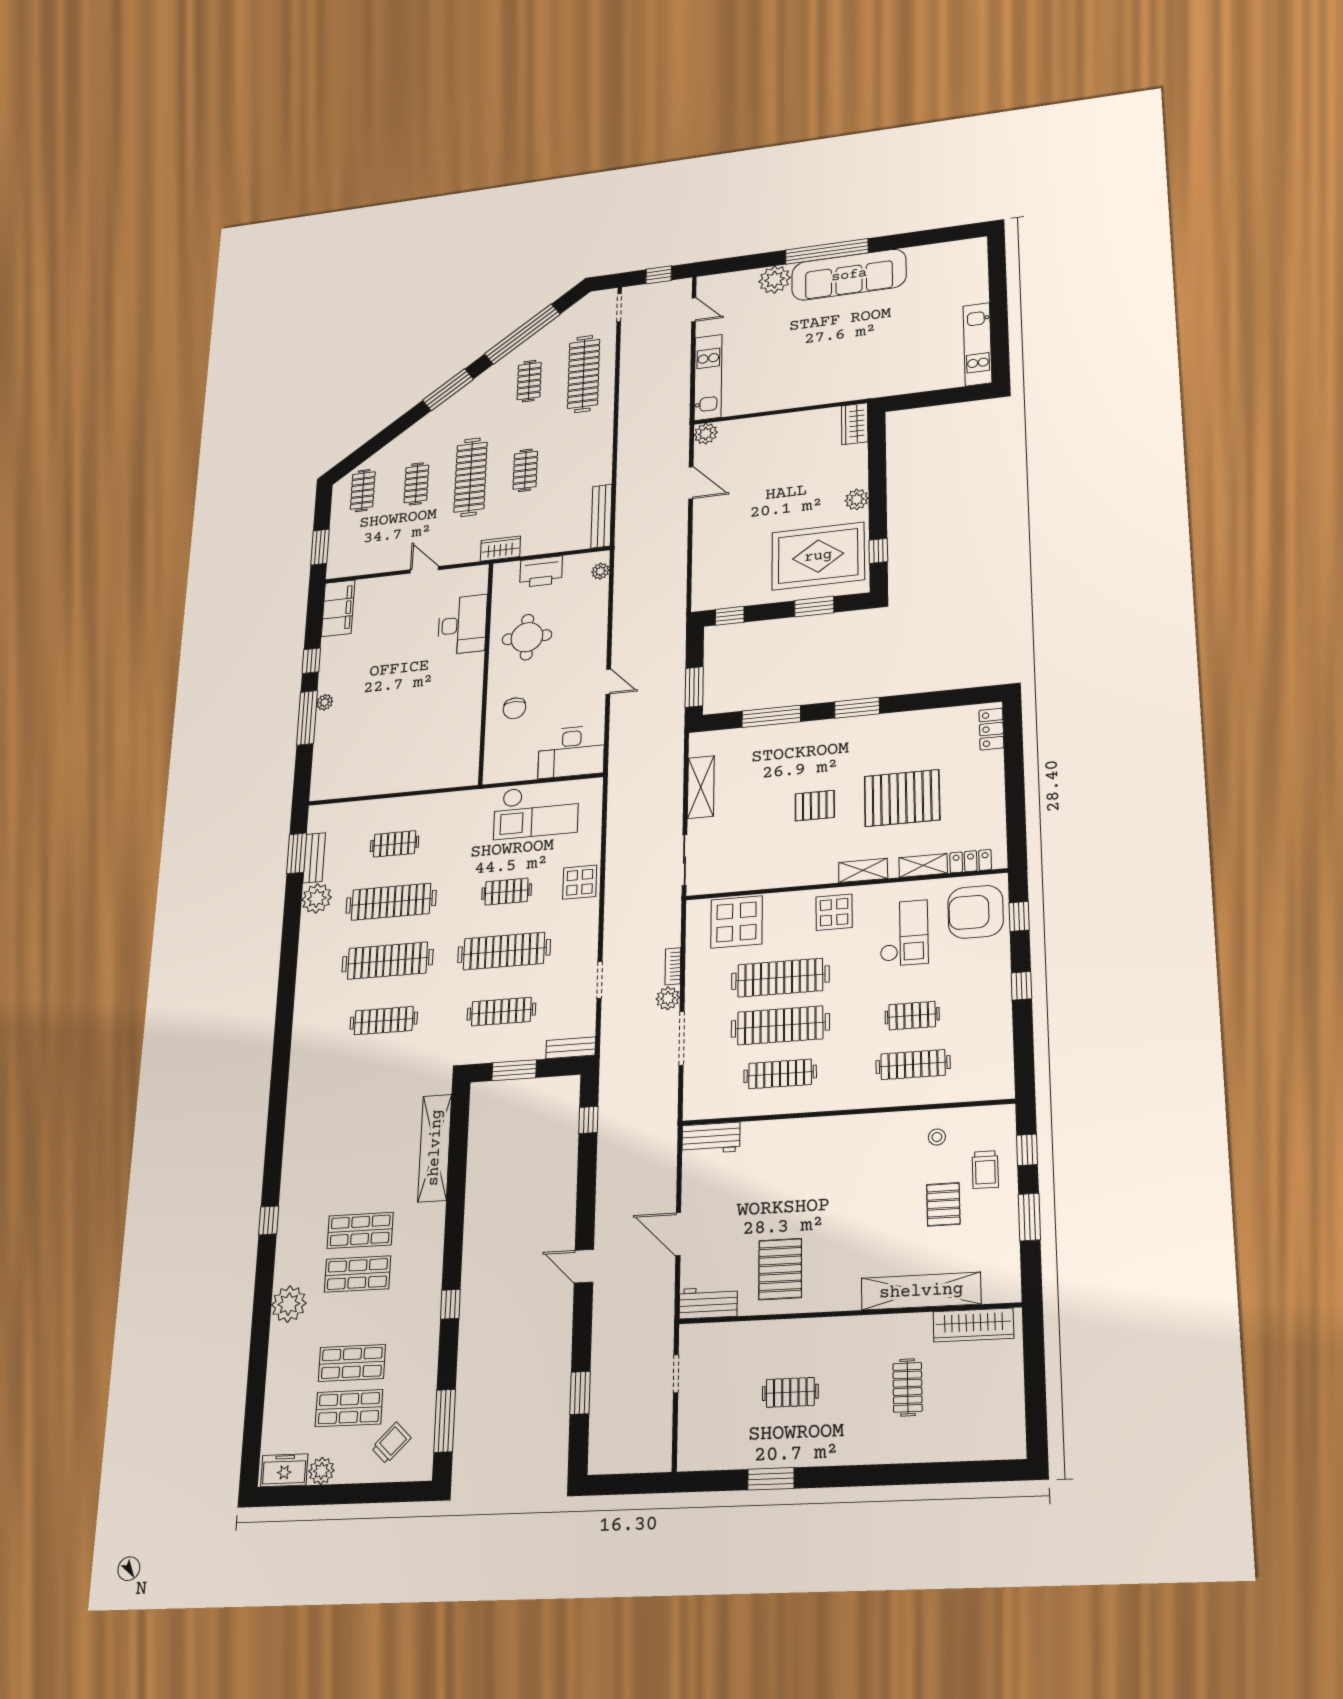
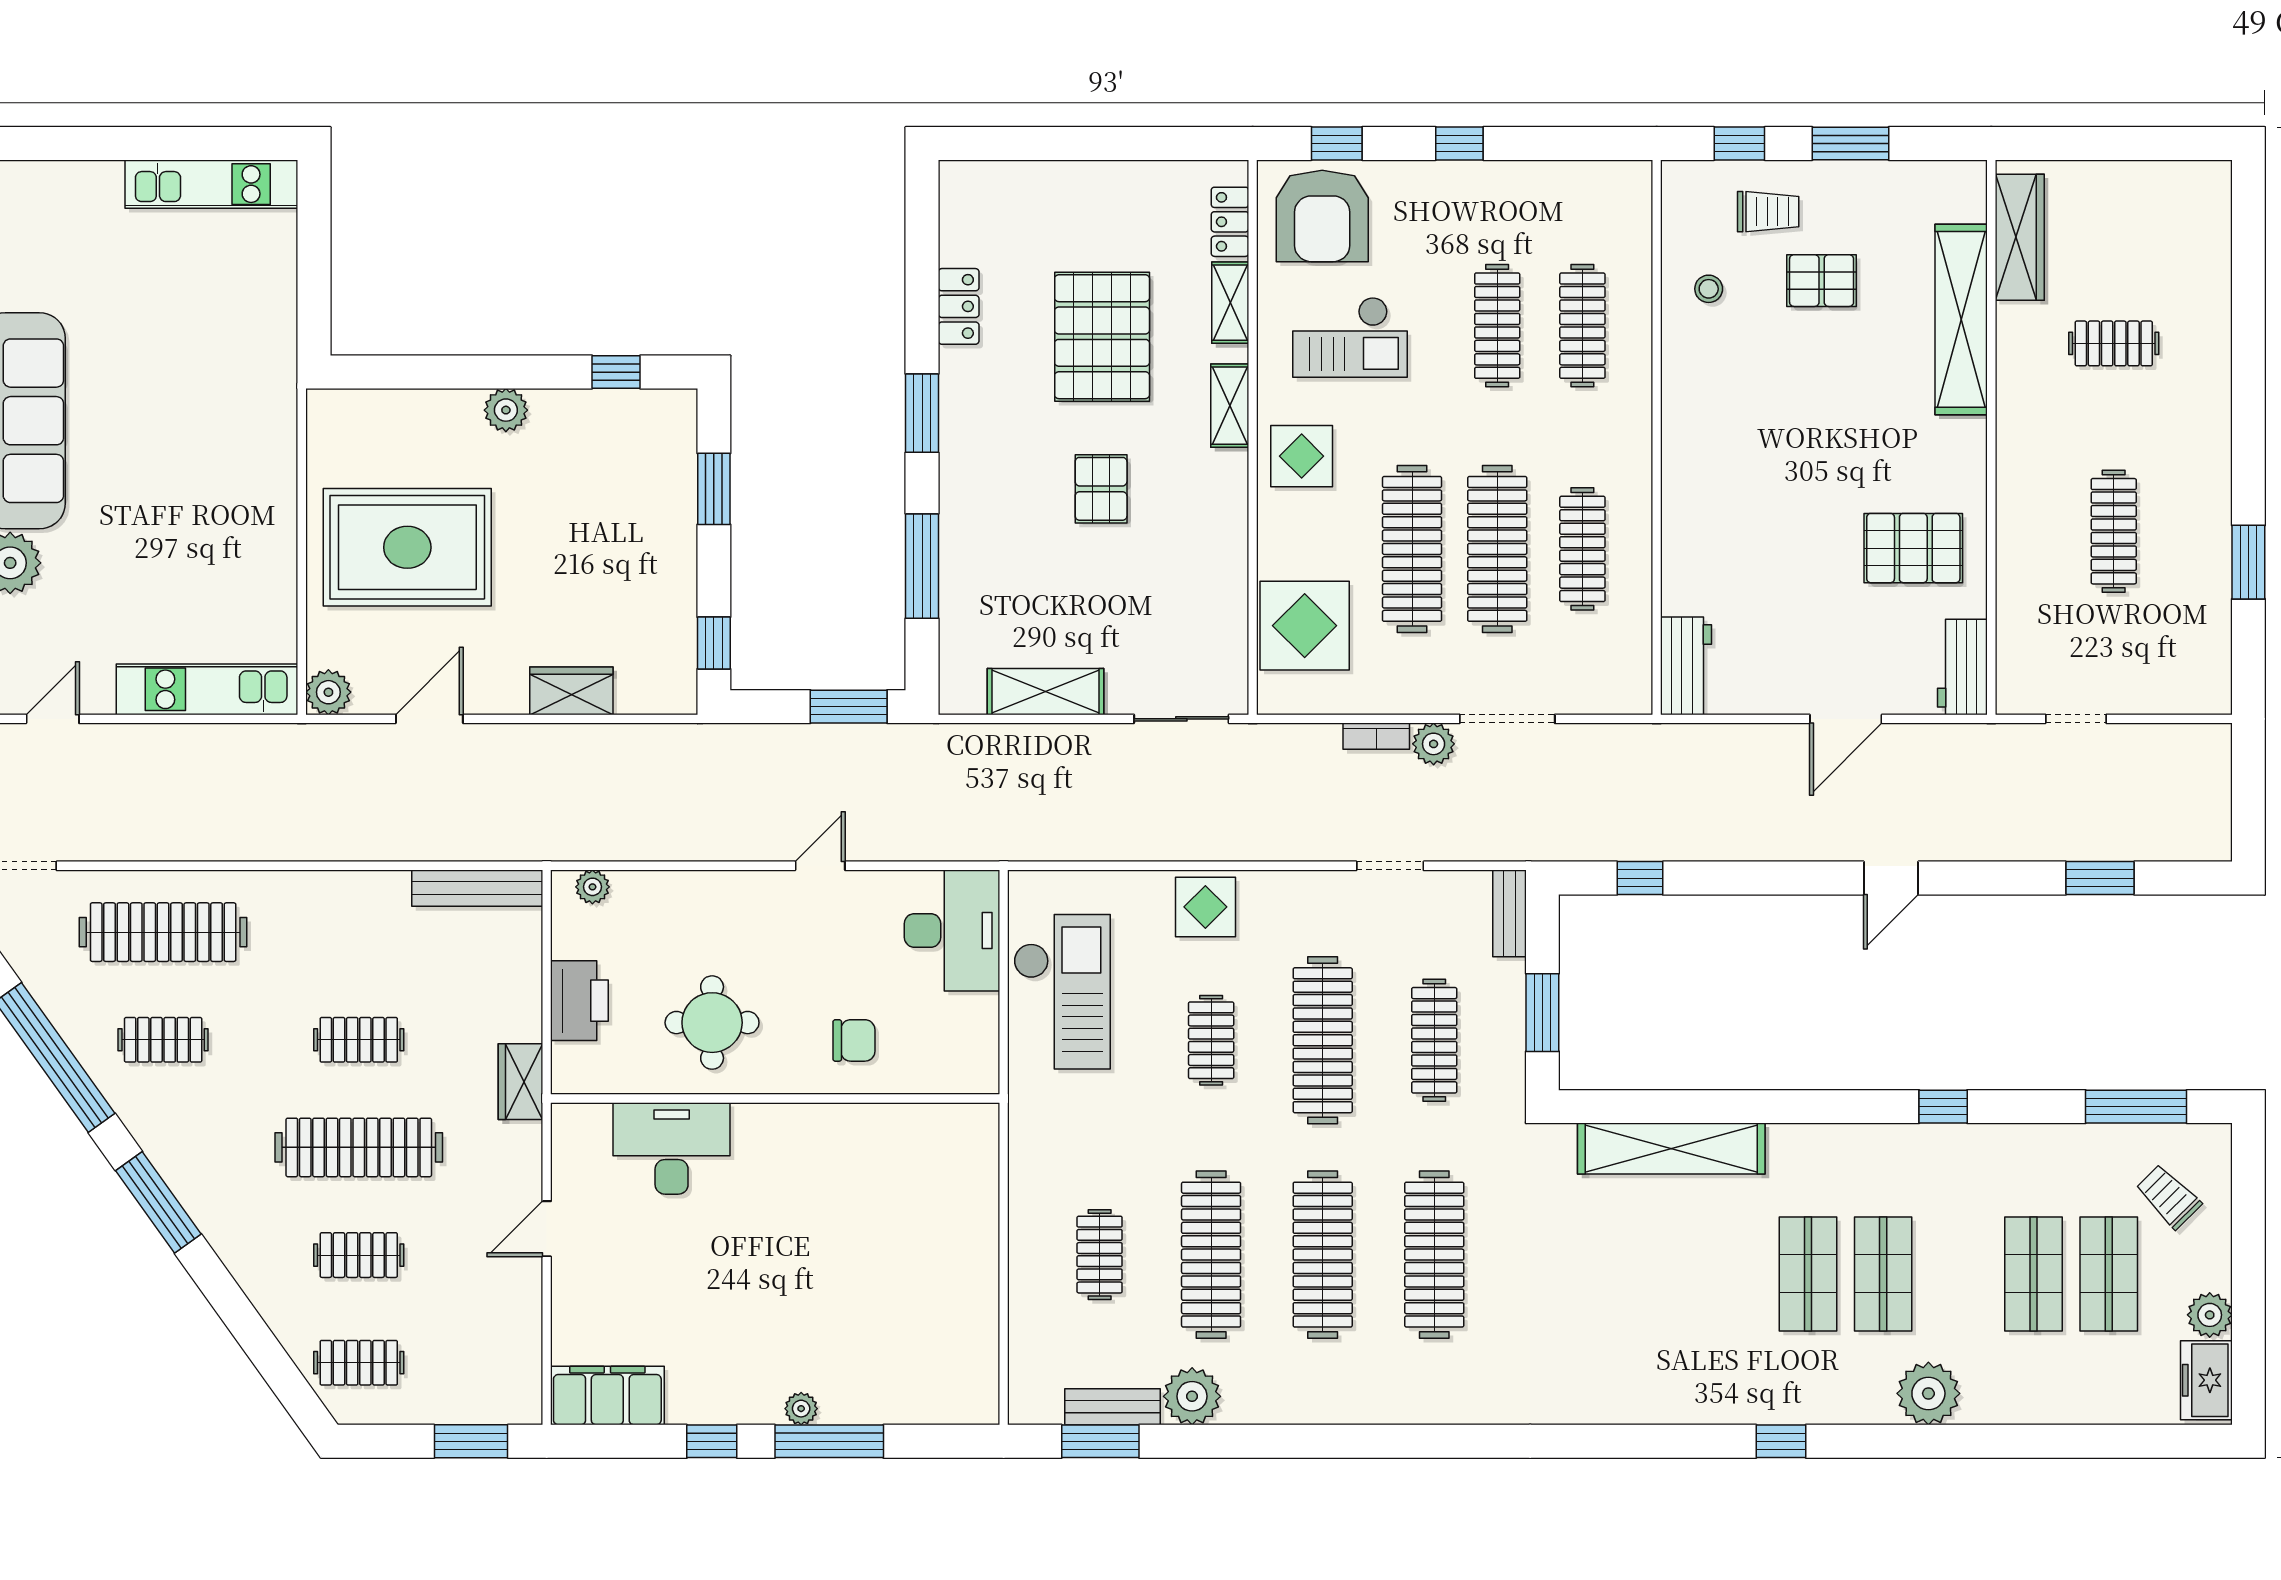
wardrobe: (855, 424) -> (571, 691), moved, turned 180
rug: (818, 556) -> (407, 547), moved, turned 90
locker: (991, 729) -> (959, 306), moved, turned -90
checkout: (904, 933) -> (1350, 337), turned 180
clothes rail: (912, 1016) -> (1497, 326), width x1.36
clothes rail: (384, 1021) -> (1434, 1255), width x1.37, depth x1.31
clothes rail: (790, 1392) -> (2114, 531), width x1.36

